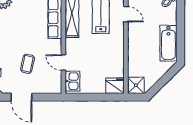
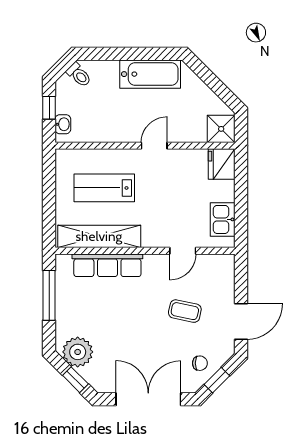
door: (126, 14) -> (154, 146), moved
kitchen sink: (72, 81) -> (223, 219), moved, turned -90

